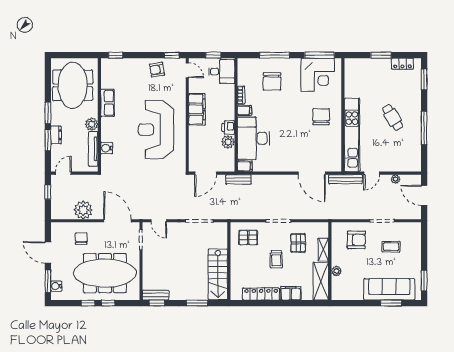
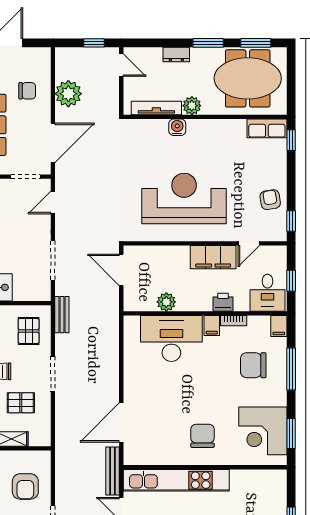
window: (319, 55) -> (291, 434), width x0.69
door: (187, 70) -> (249, 243), moved
row of seats: (107, 103) -> (267, 128), moved
chair: (321, 117) -> (202, 436), turned -90
printer: (228, 127) -> (223, 302), moved
window: (48, 140) -> (256, 43), moved
water cooler: (107, 148) -> (177, 127), moved
filing cabinet: (245, 166) -> (279, 326), moved
bench: (239, 179) -> (62, 315), moved

